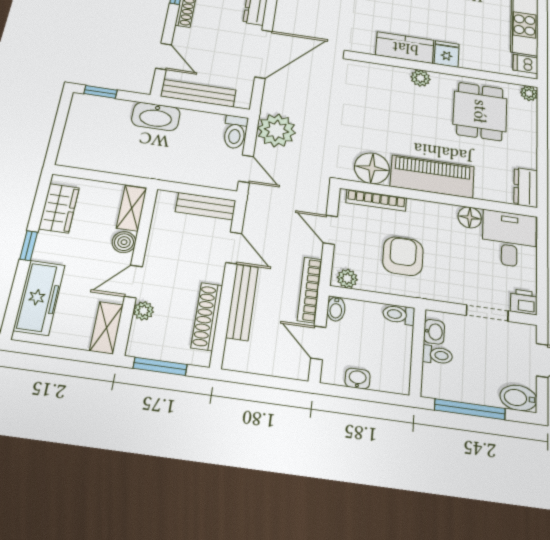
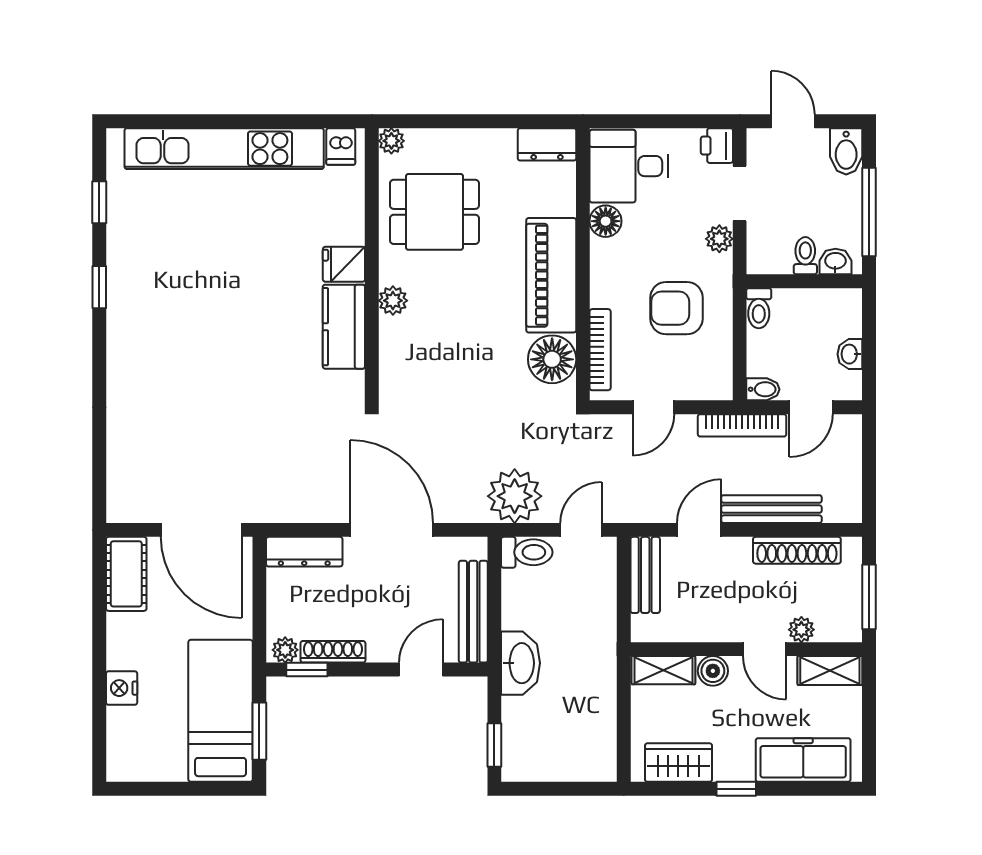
plant: (347, 279) -> (719, 239), moved
washbasin: (434, 332) -> (835, 262), moved

